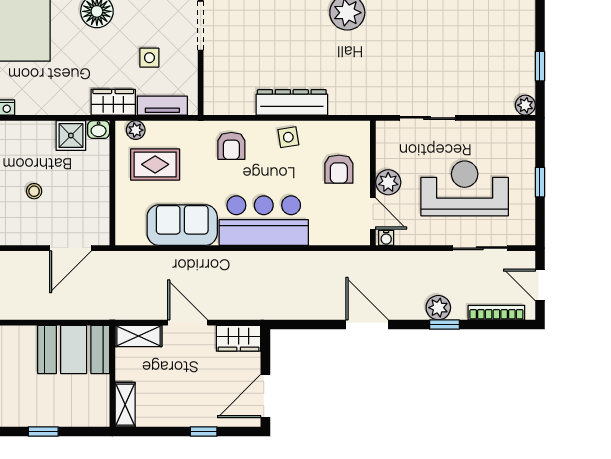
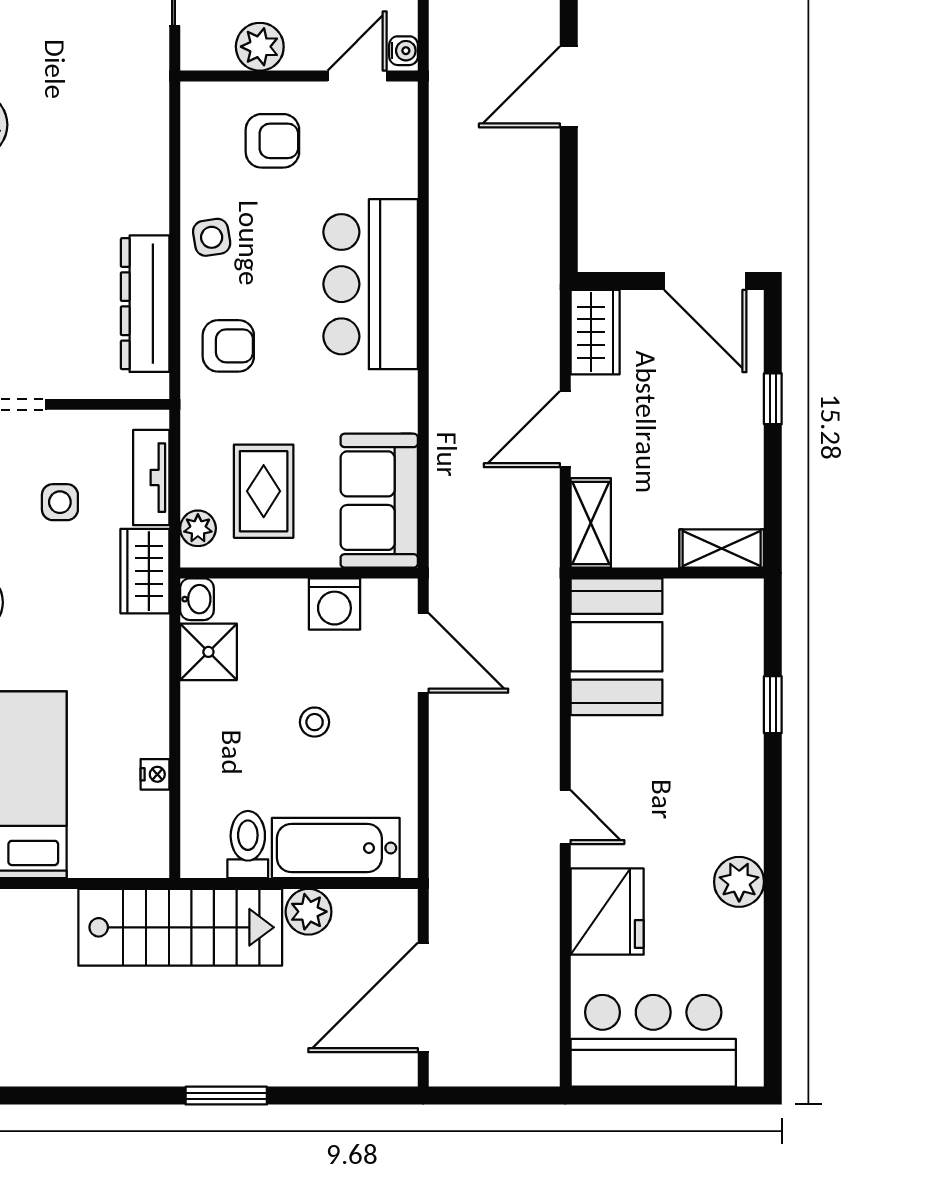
dresser: (292, 102) -> (145, 304), moved
plant: (388, 182) -> (260, 47), moved
washing machine: (96, 202) -> (334, 604), added
sofa: (182, 225) -> (379, 501), moved

